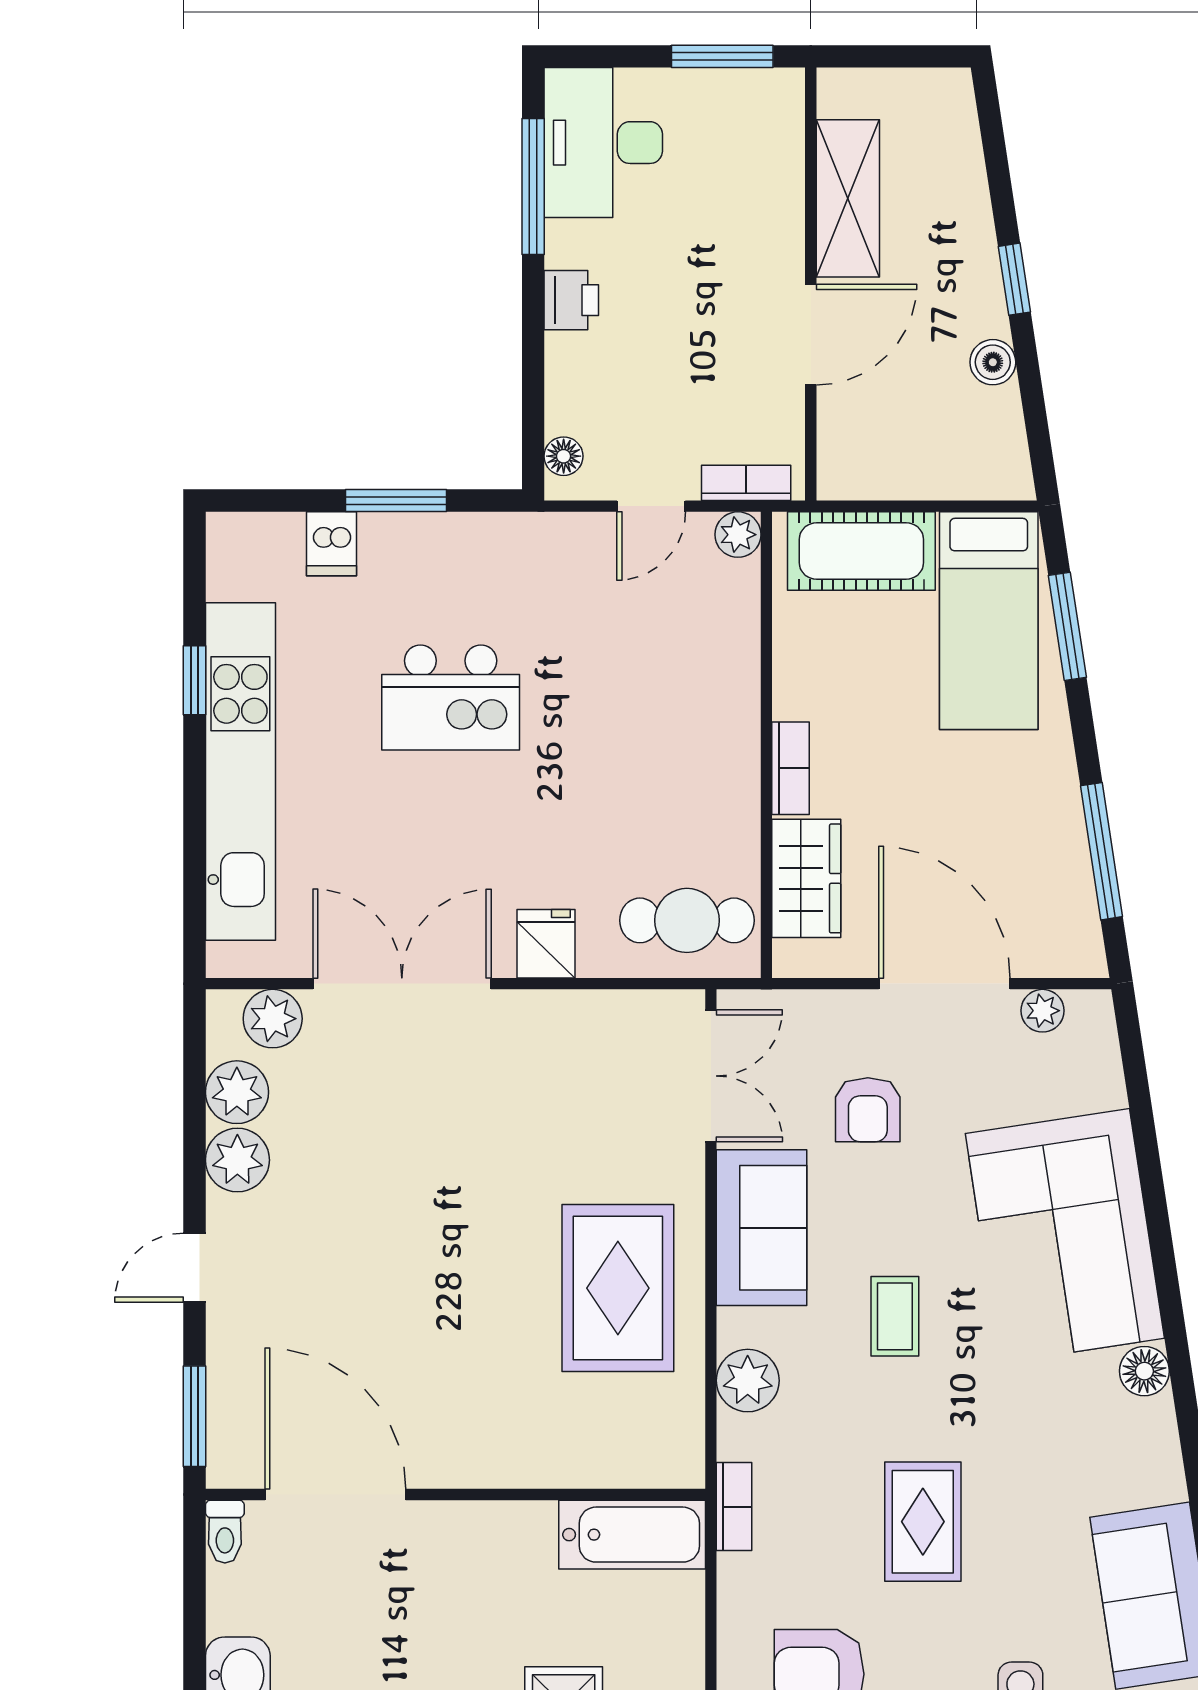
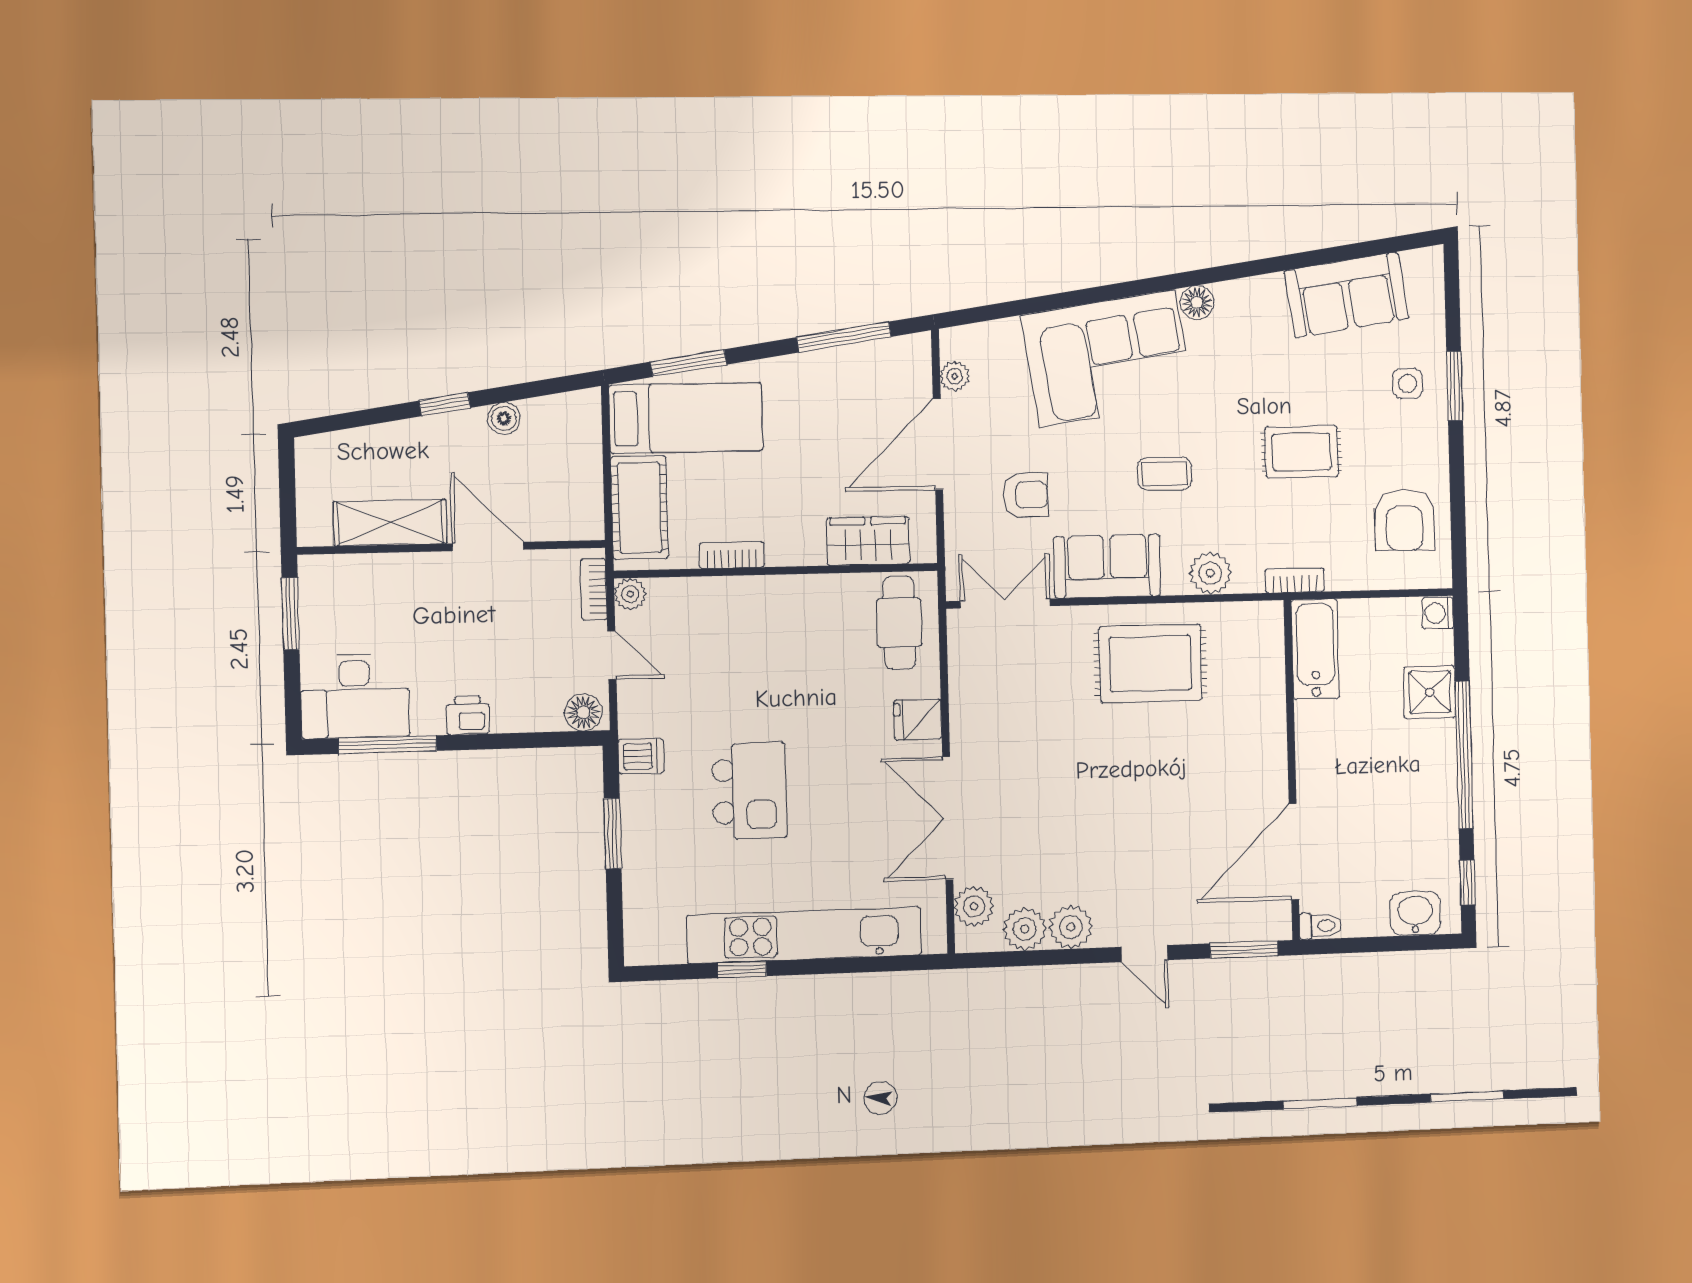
floor lamp: (564, 456) -> (583, 712), width x1.37, depth x1.37
dishwasher: (332, 544) -> (641, 756), moved
bookcase: (790, 768) -> (732, 555), moved

